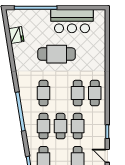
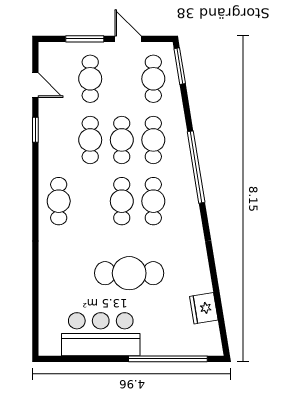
cafe table: (78, 93) -> (122, 201), moved

